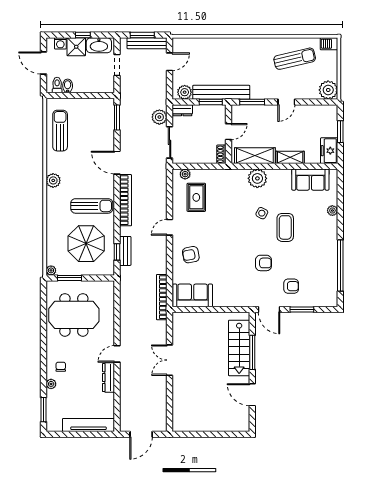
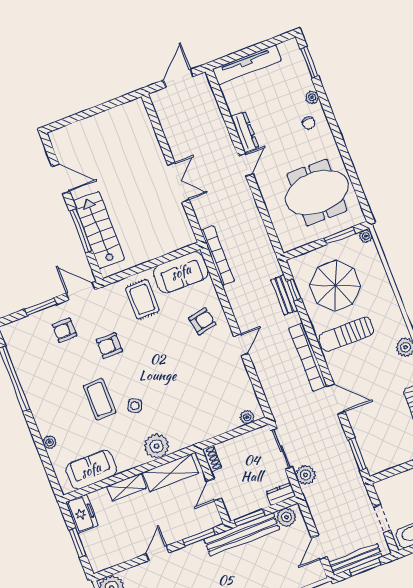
rug: (196, 197) -> (142, 299), moved

